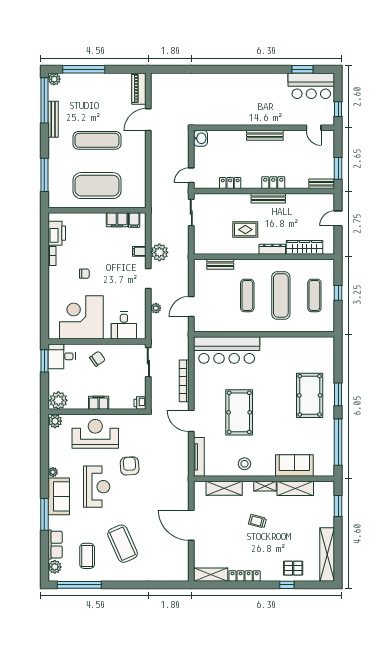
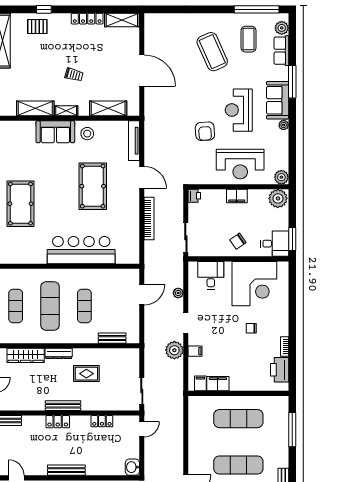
exercise mat: (97, 186) -> (238, 419), width x0.68
bar counter: (227, 350) -> (81, 250), moved
sofa: (294, 465) -> (55, 132), moved

